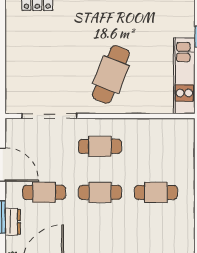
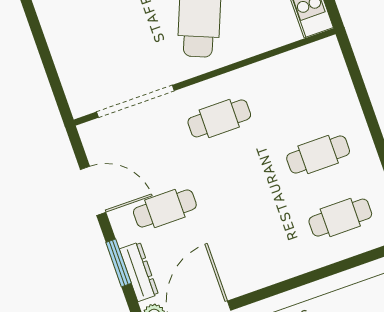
cafe table: (100, 192) -> (340, 218), moved
dresser: (13, 222) -> (139, 272), width x1.44

